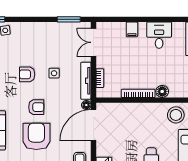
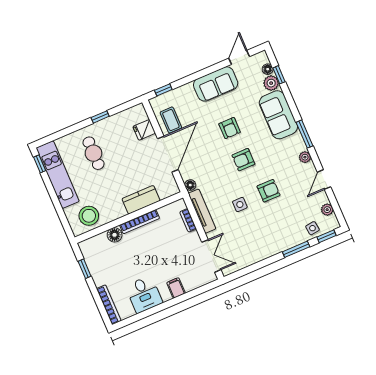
window: (69, 19) -> (296, 249), moved
kitchen counter: (130, 110) -> (141, 200), added
door: (93, 125) -> (168, 154), moved
armchair: (36, 136) -> (230, 128), width x0.53, depth x0.53

